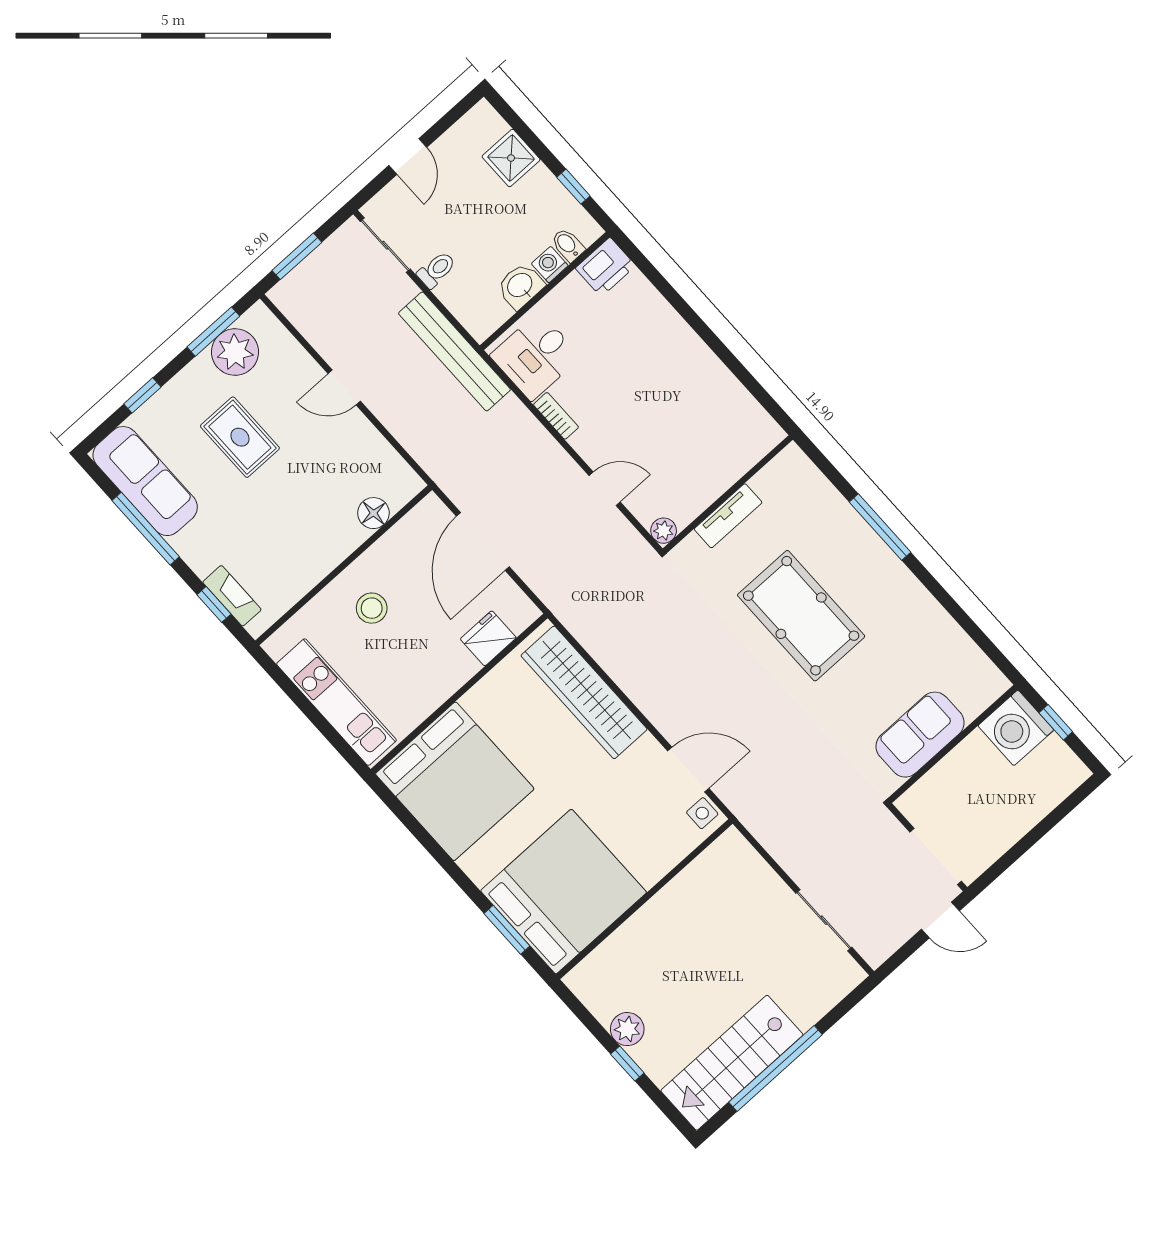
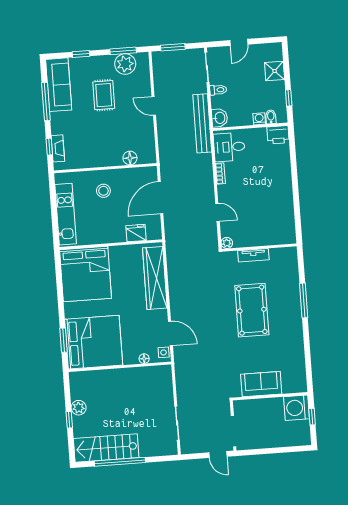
washbasin: (520, 286) -> (220, 118), moved, turned 90
floor lamp: (676, 851) -> (144, 359), added

